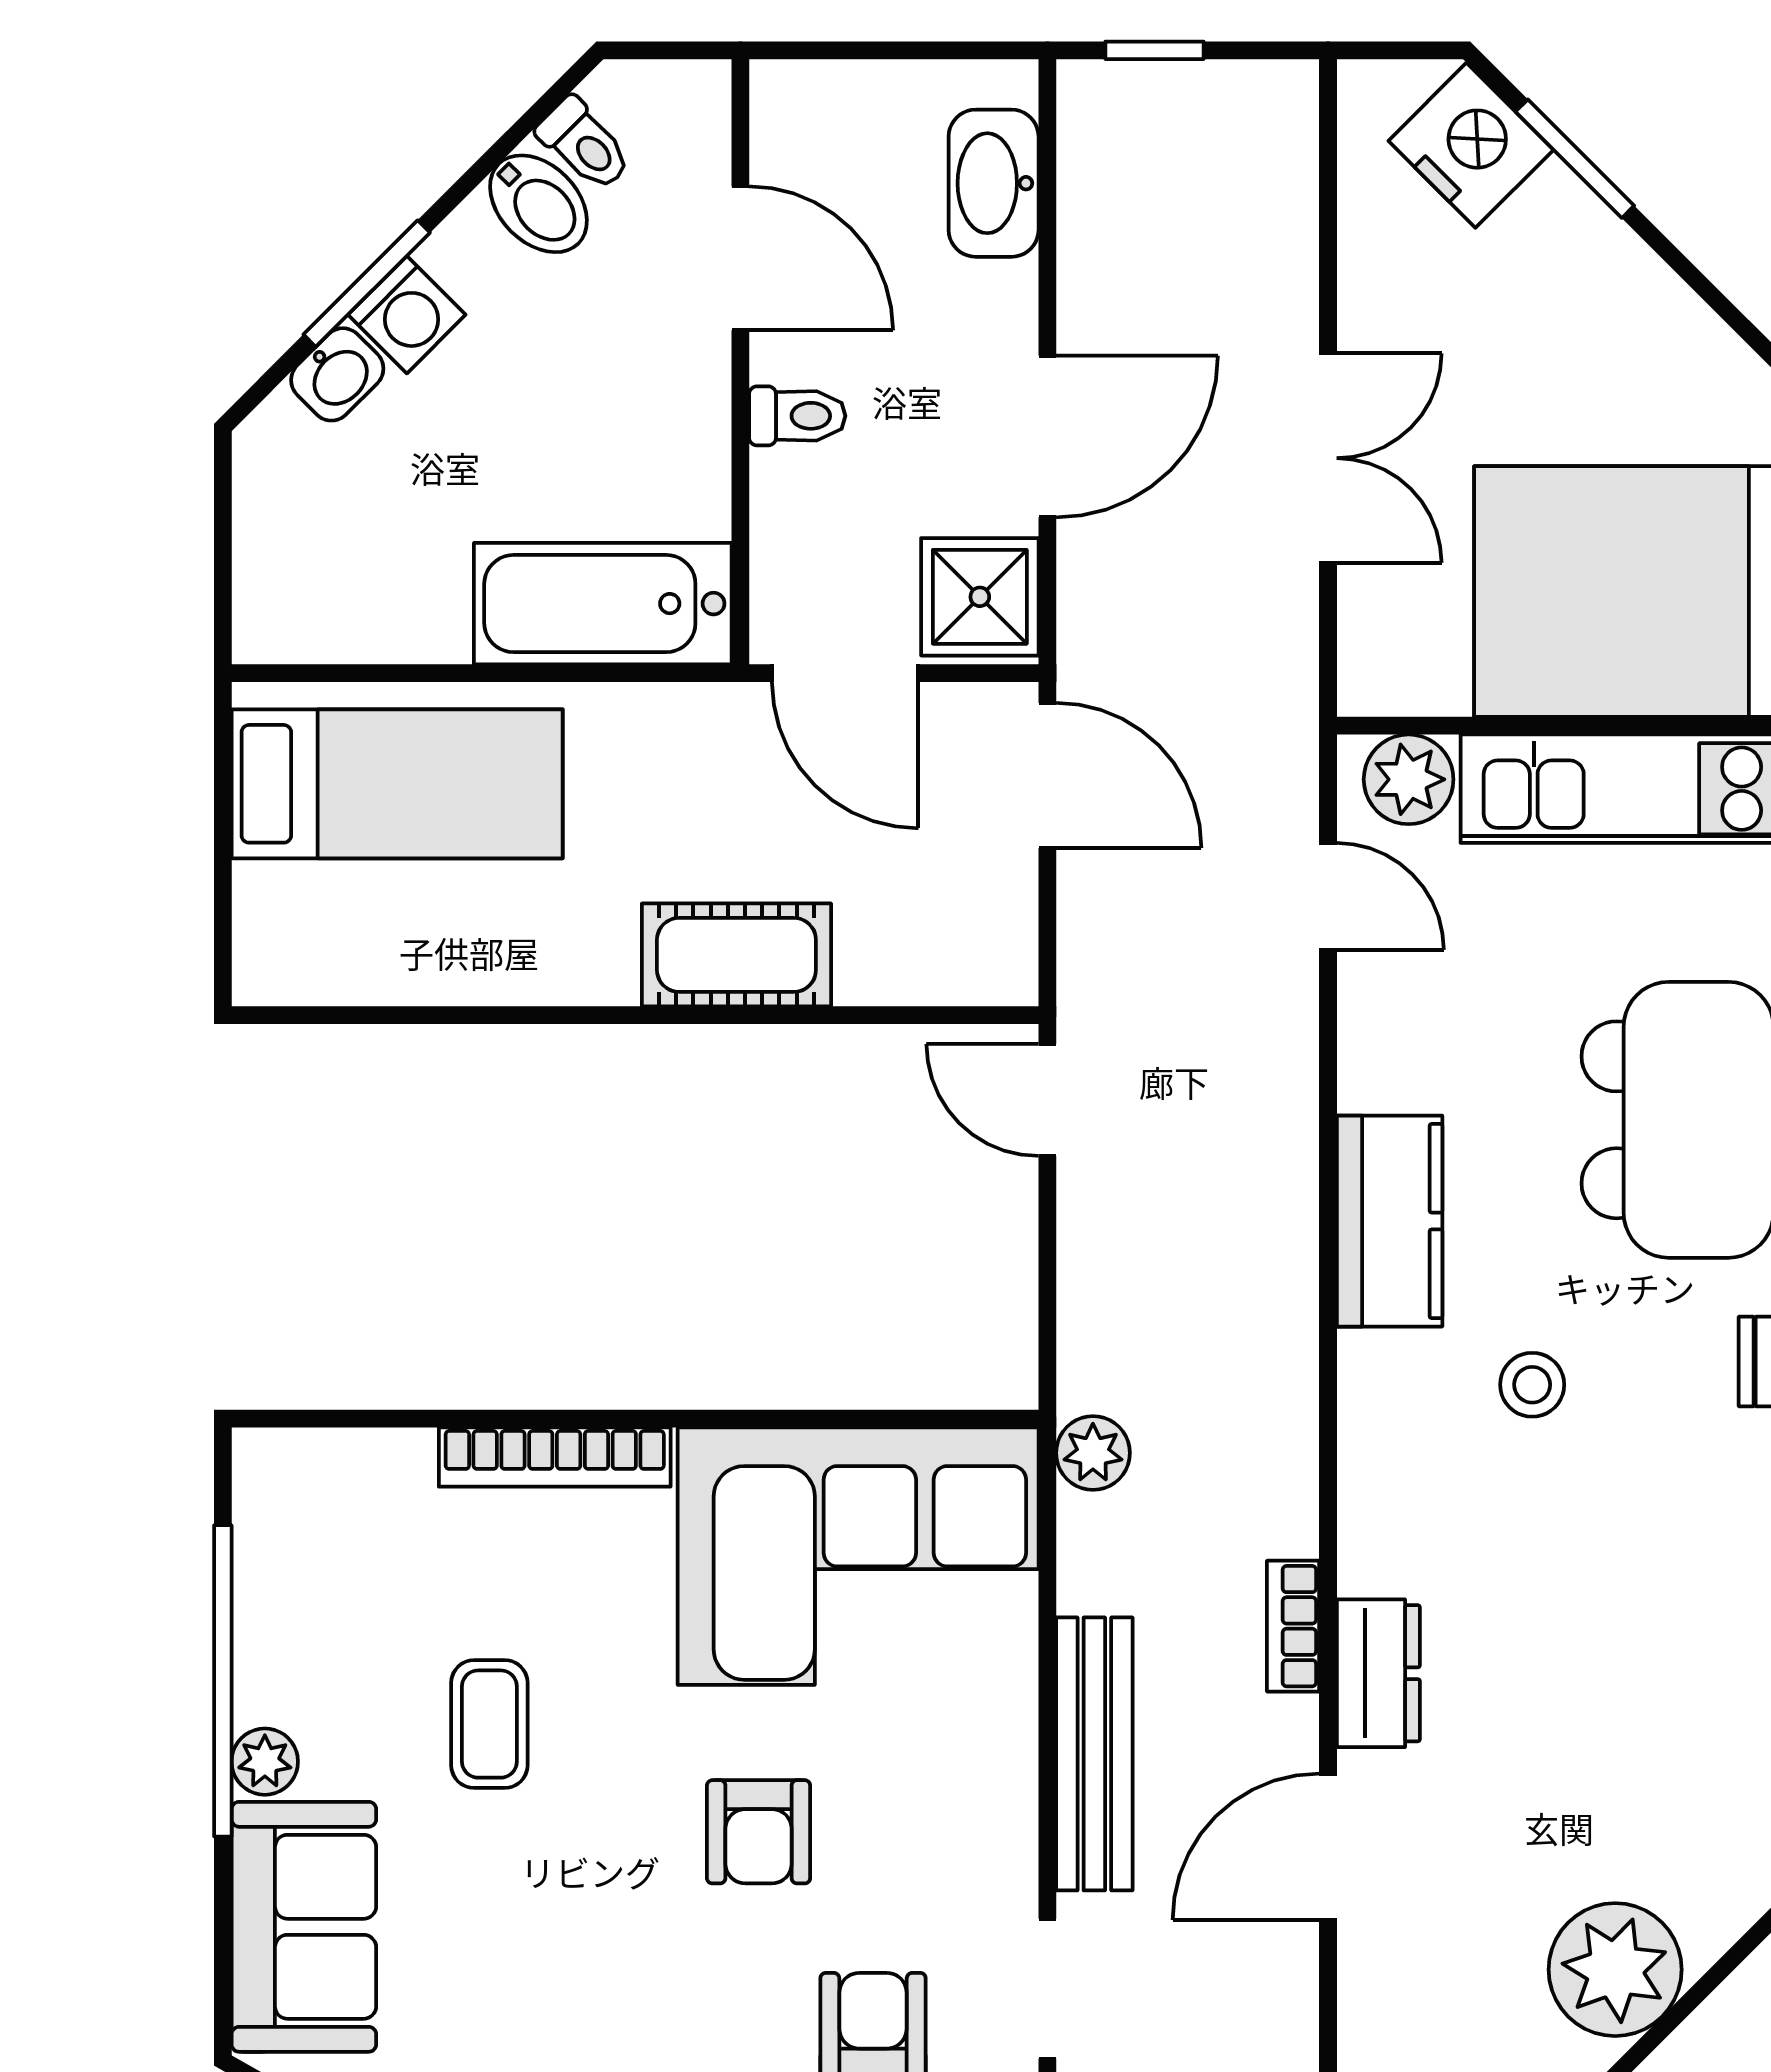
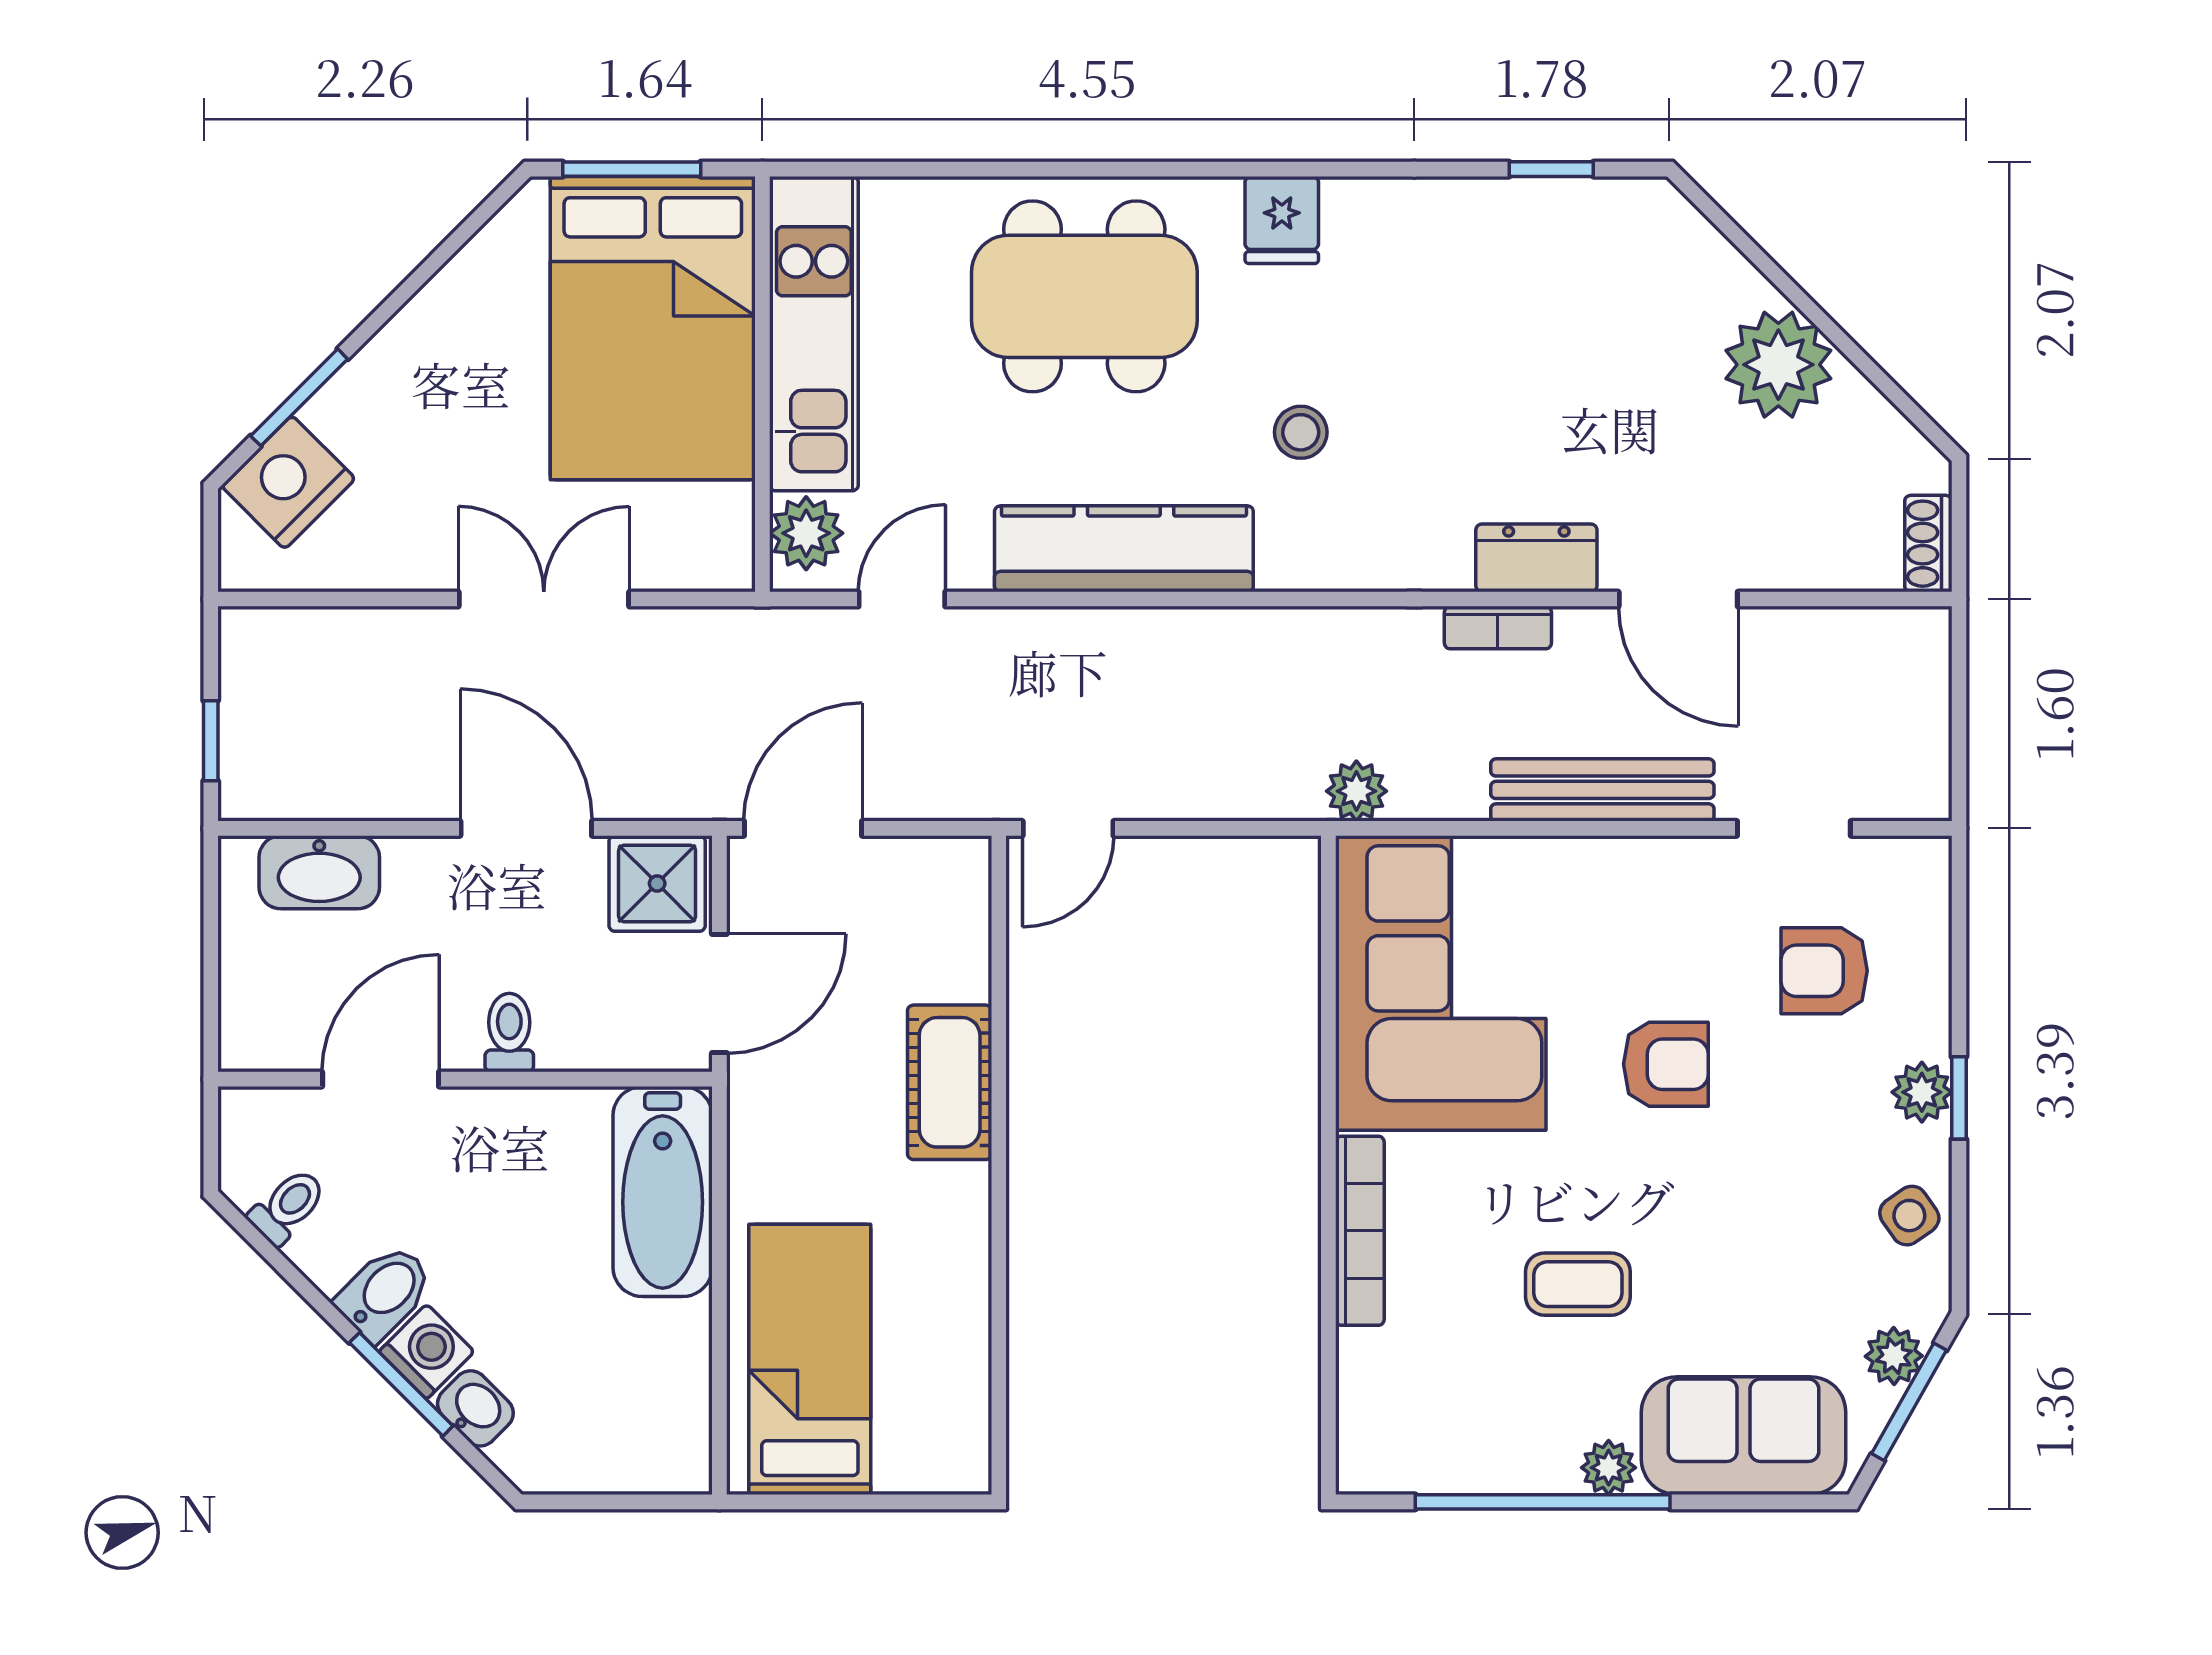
bidet: (538, 204) -> (385, 1292), moved
kitchen counter: (1390, 1221) -> (1124, 549), width x1.50

